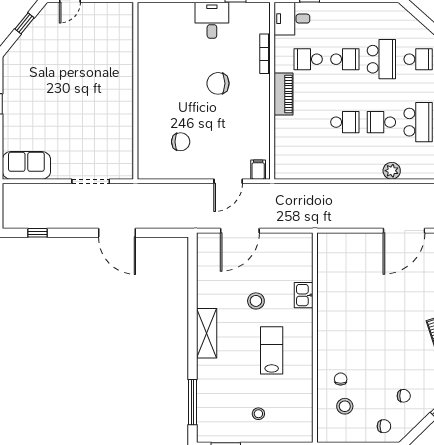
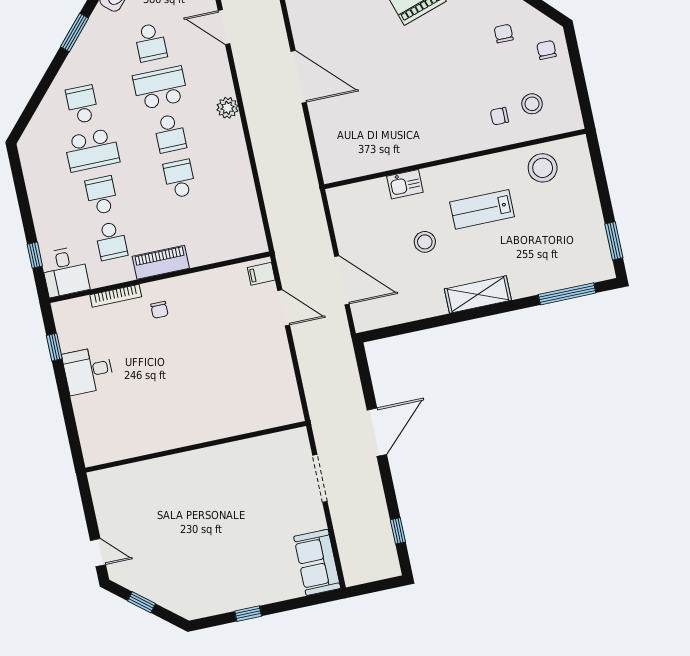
school desk: (381, 59) -> (92, 150), turned 180
chair: (218, 83) -> (159, 310), moved, width x0.54, depth x0.54
chair: (181, 142) -> (247, 377), removed
stool: (258, 414) -> (543, 168), moved, width x1.89, depth x1.89

